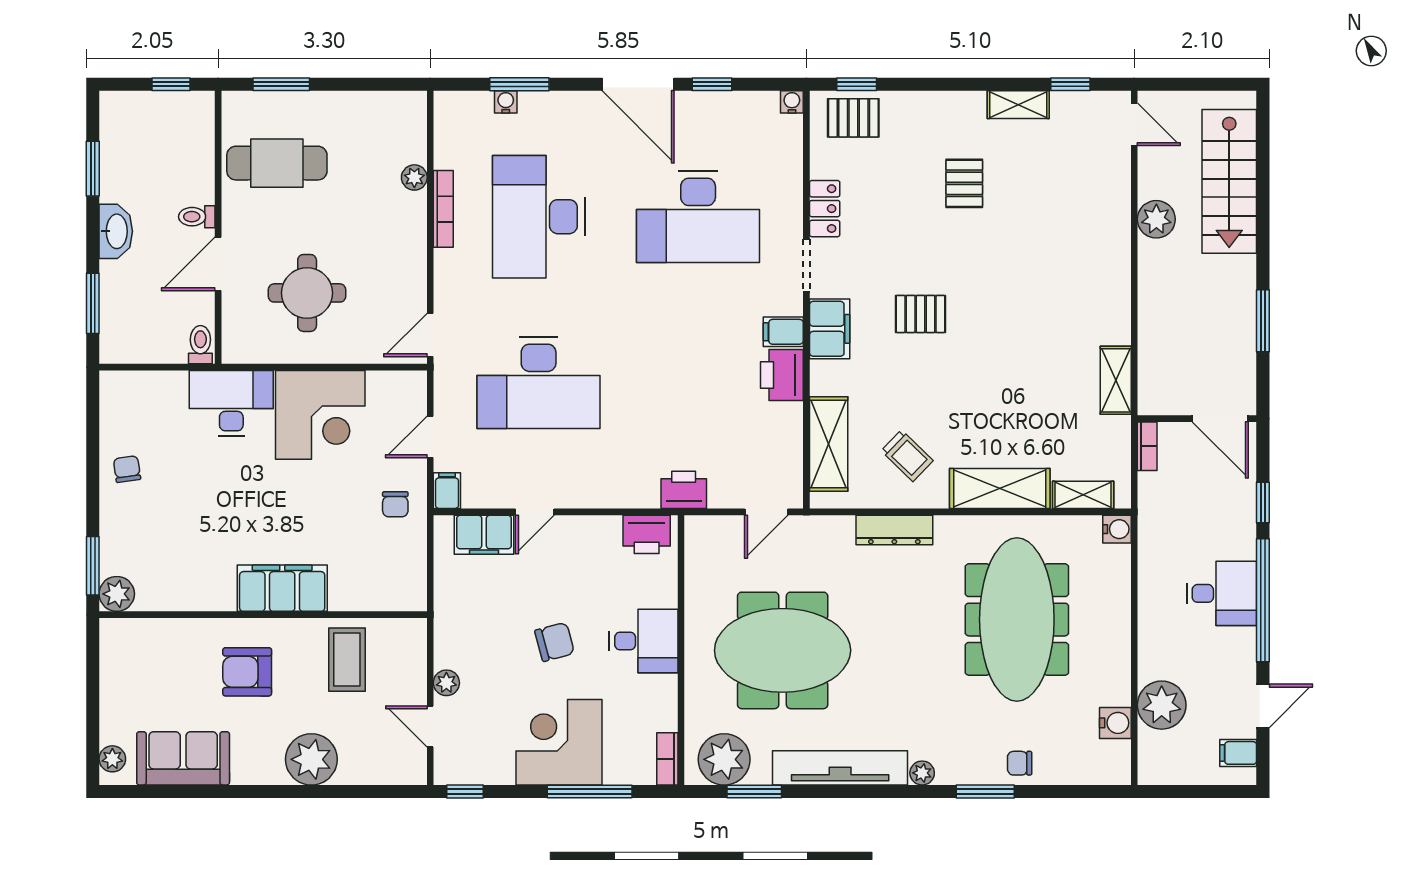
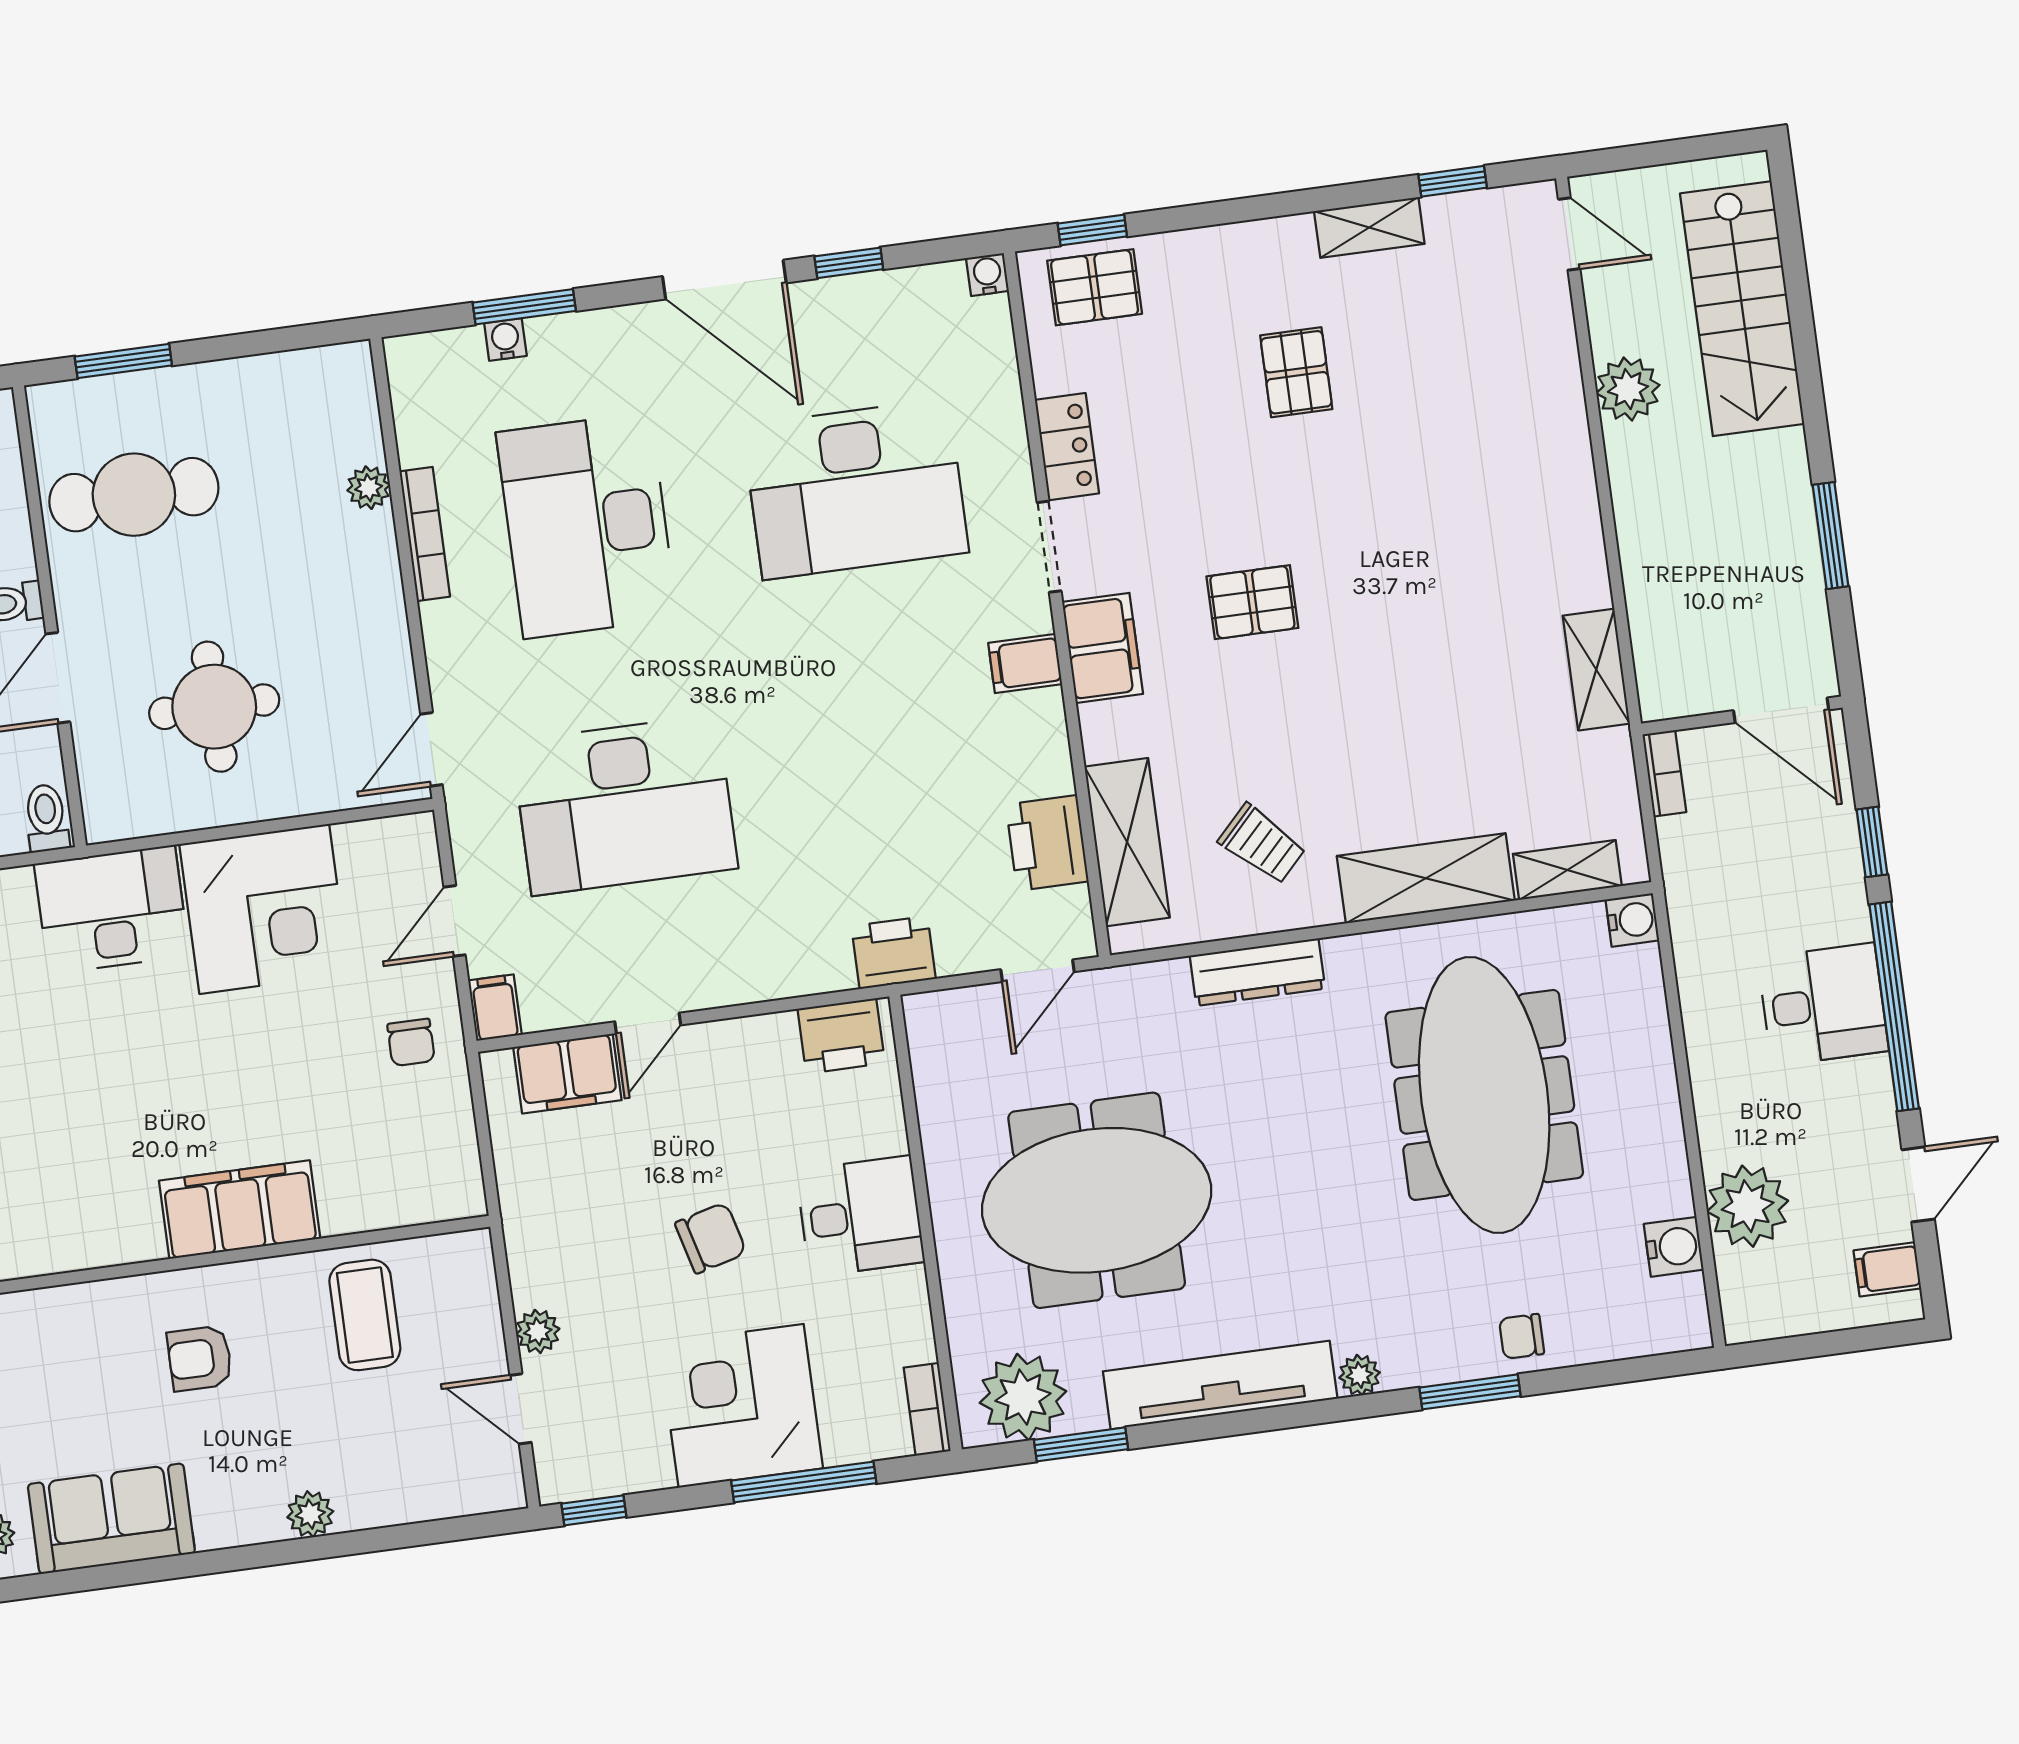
printer: (782, 375) -> (1047, 843), moved
armchair: (247, 672) -> (200, 1358), width x0.72, depth x0.72
plant: (311, 759) -> (310, 1514), width x0.53, depth x0.53

